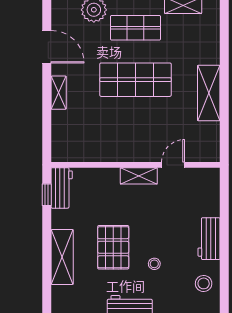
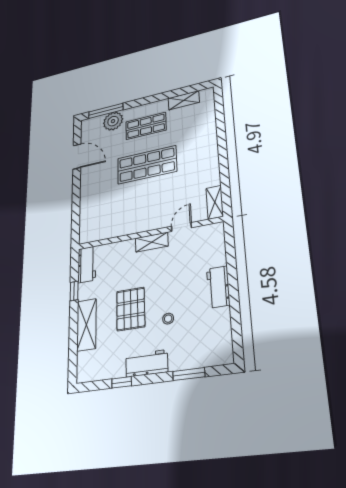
shelving: (59, 93) -> (85, 189), removed
shelving: (209, 93) -> (215, 202), moved, width x0.67, depth x0.75
window: (47, 195) -> (74, 291), moved
stool: (204, 283) -> (216, 331), removed

